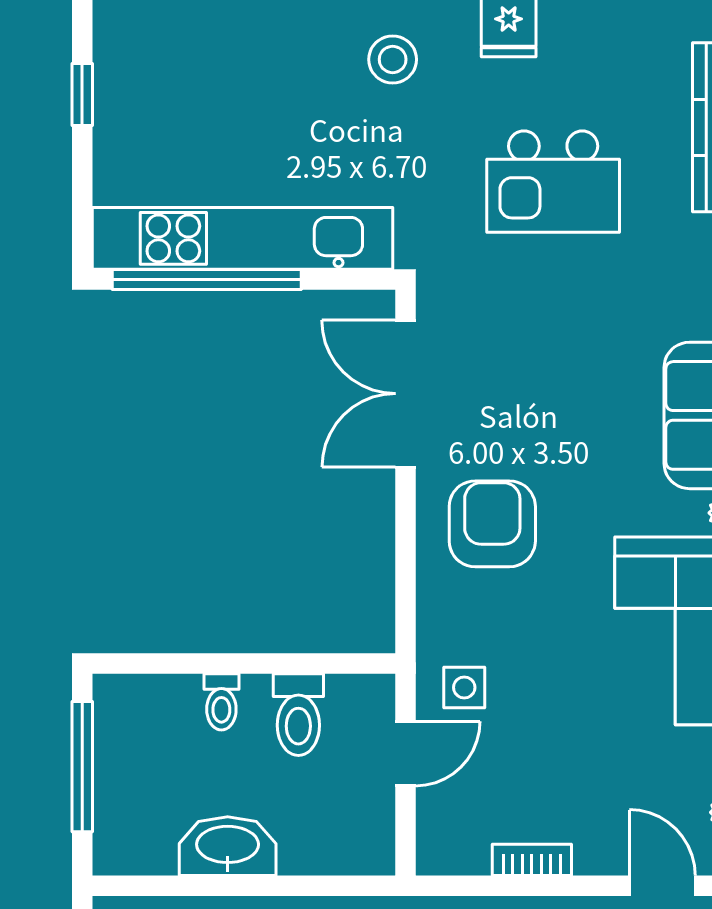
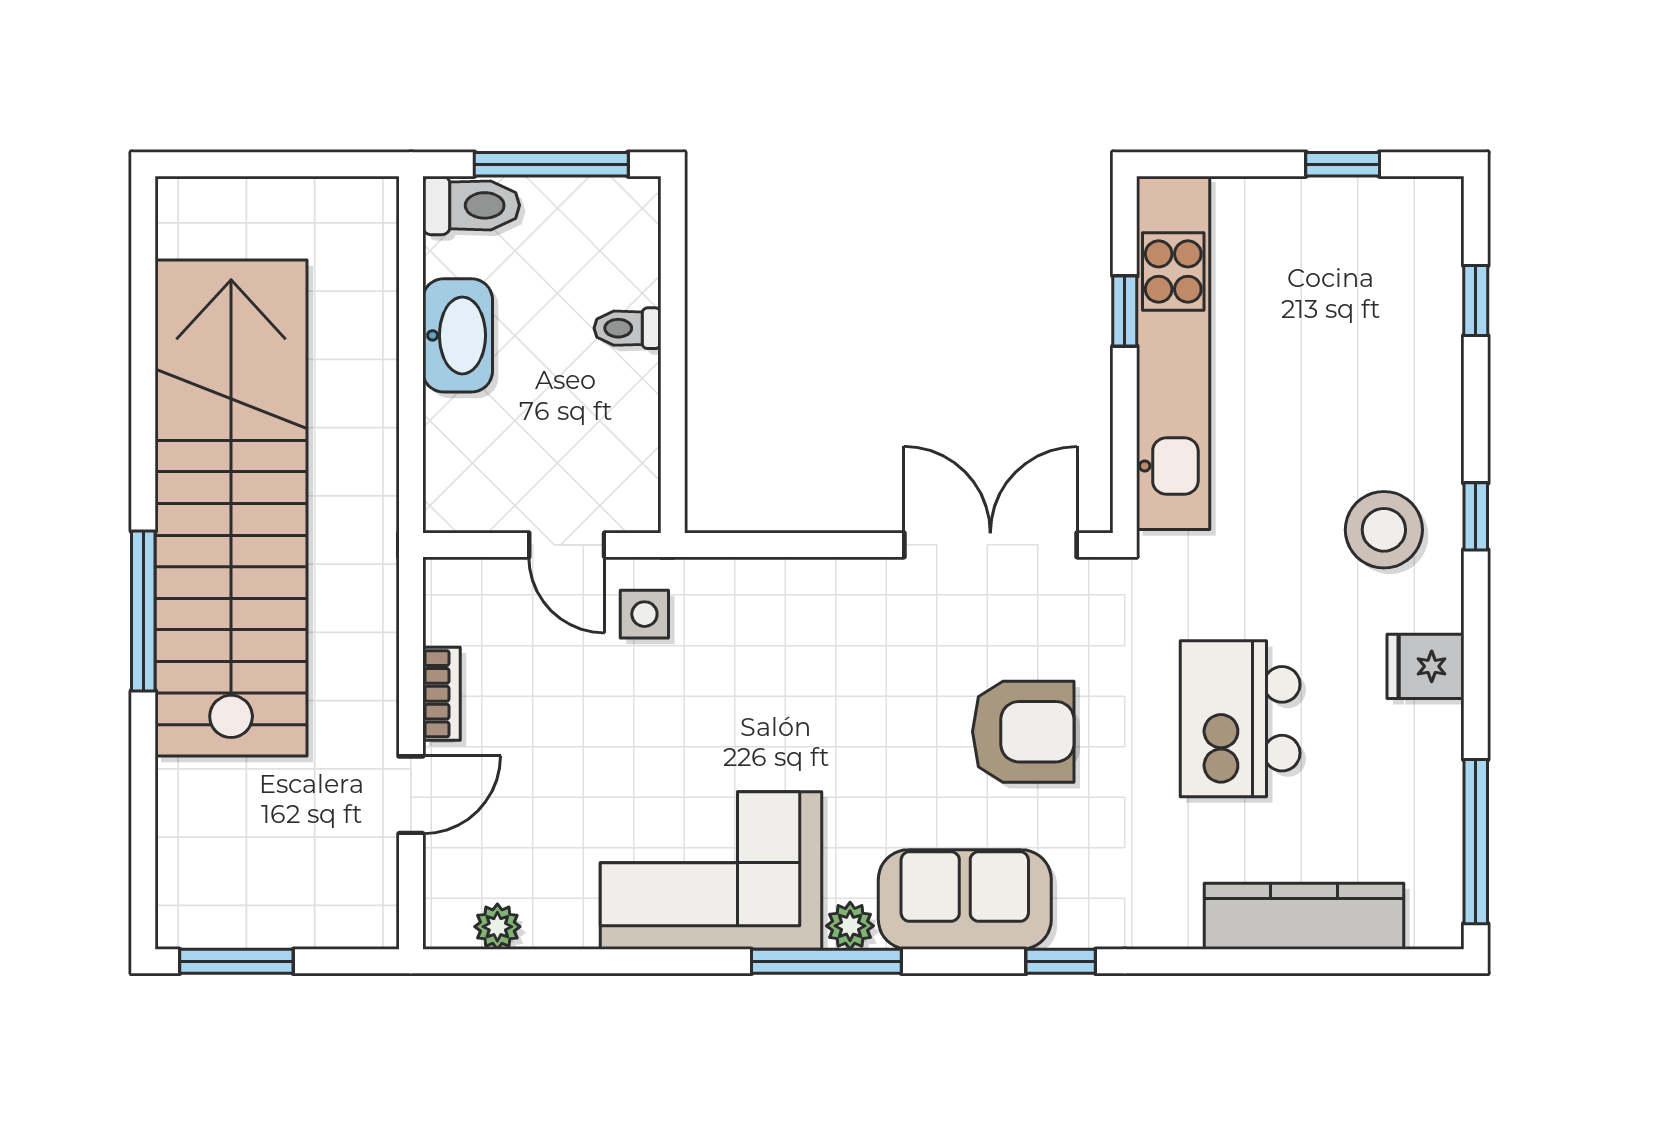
stool: (393, 59) -> (1384, 530), width x1.38, depth x1.38
window: (207, 280) -> (1125, 311), width x0.32
armchair: (492, 524) -> (1023, 732), moved
toilet: (298, 715) -> (471, 205), moved, turned 180
door: (662, 886) -> (411, 795), moved

